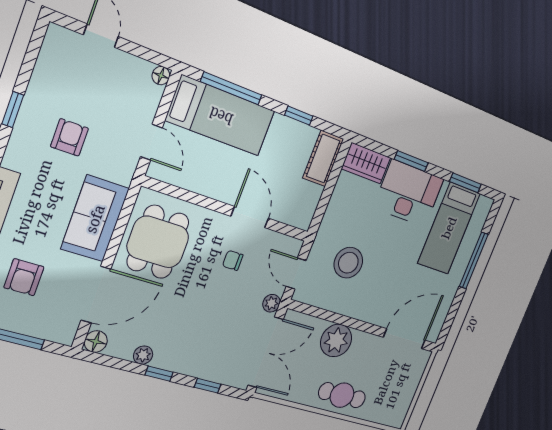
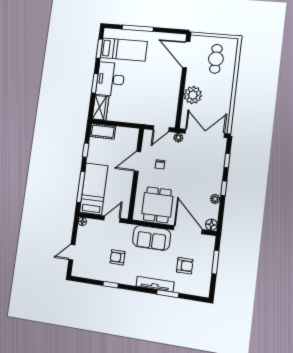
dining table: (158, 242) -> (157, 205), turned 90
stool: (348, 263) -> (151, 101), removed
cafe table: (342, 395) -> (216, 59), moved

